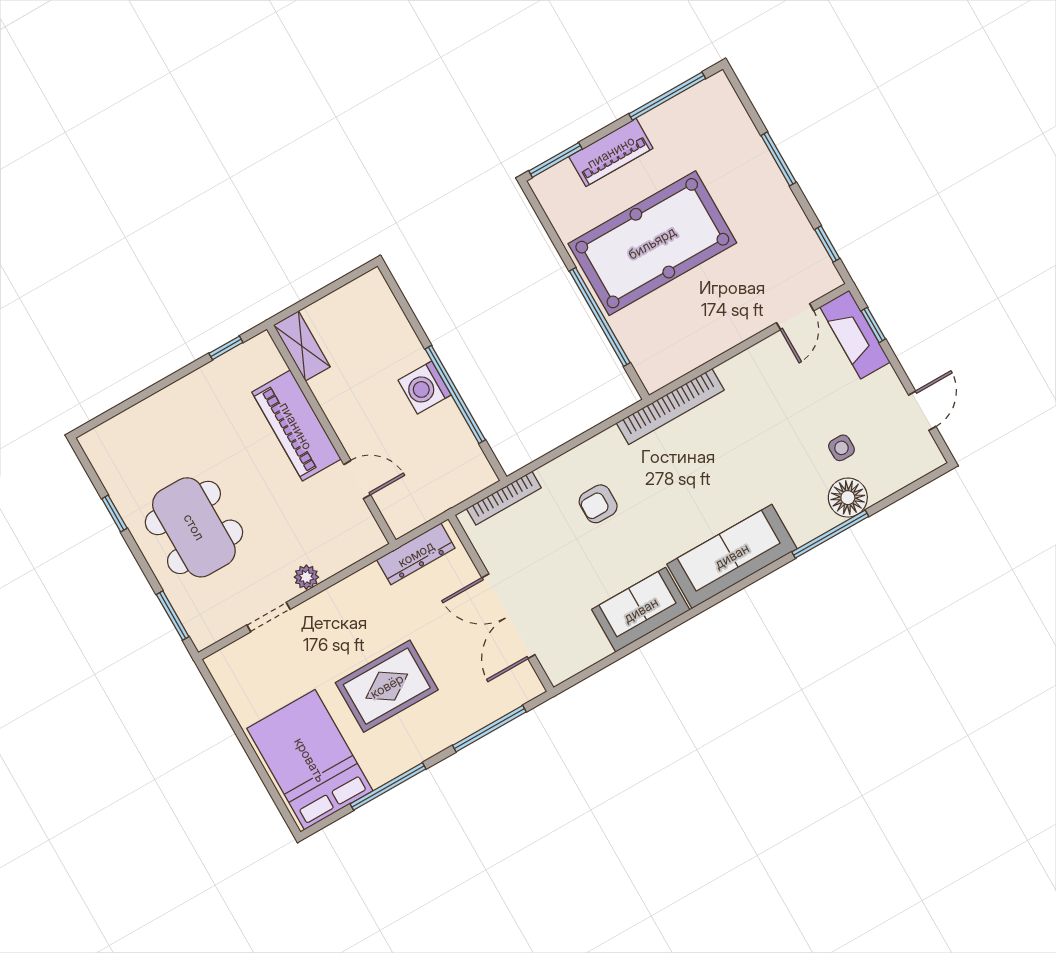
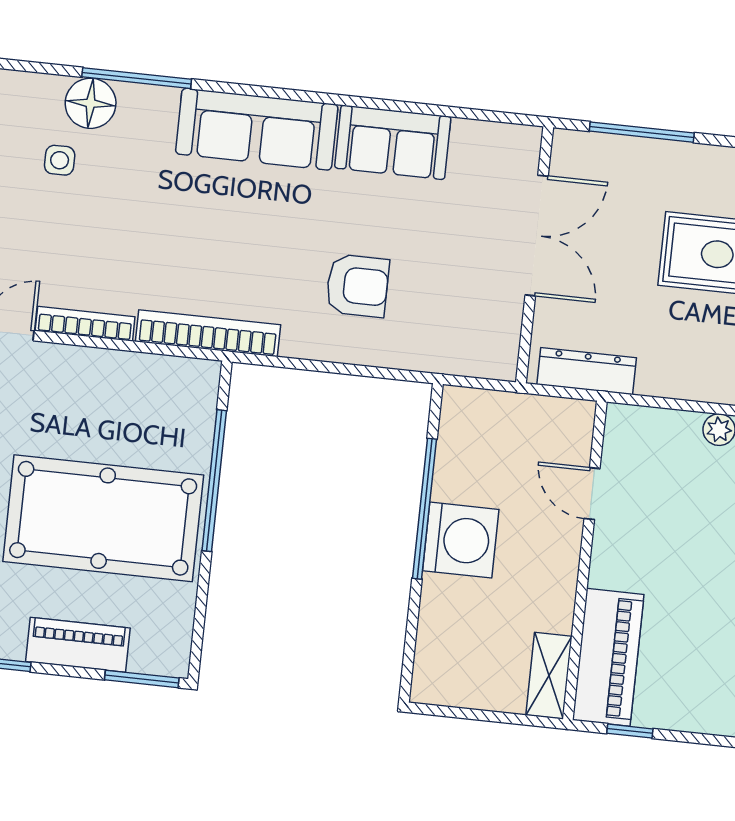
washing machine: (425, 388) -> (461, 540), width x1.37, depth x1.37
piano: (296, 426) -> (608, 657), moved
bookcase: (504, 498) -> (85, 324), moved
armchair: (598, 504) -> (357, 286), width x1.38, depth x1.38

